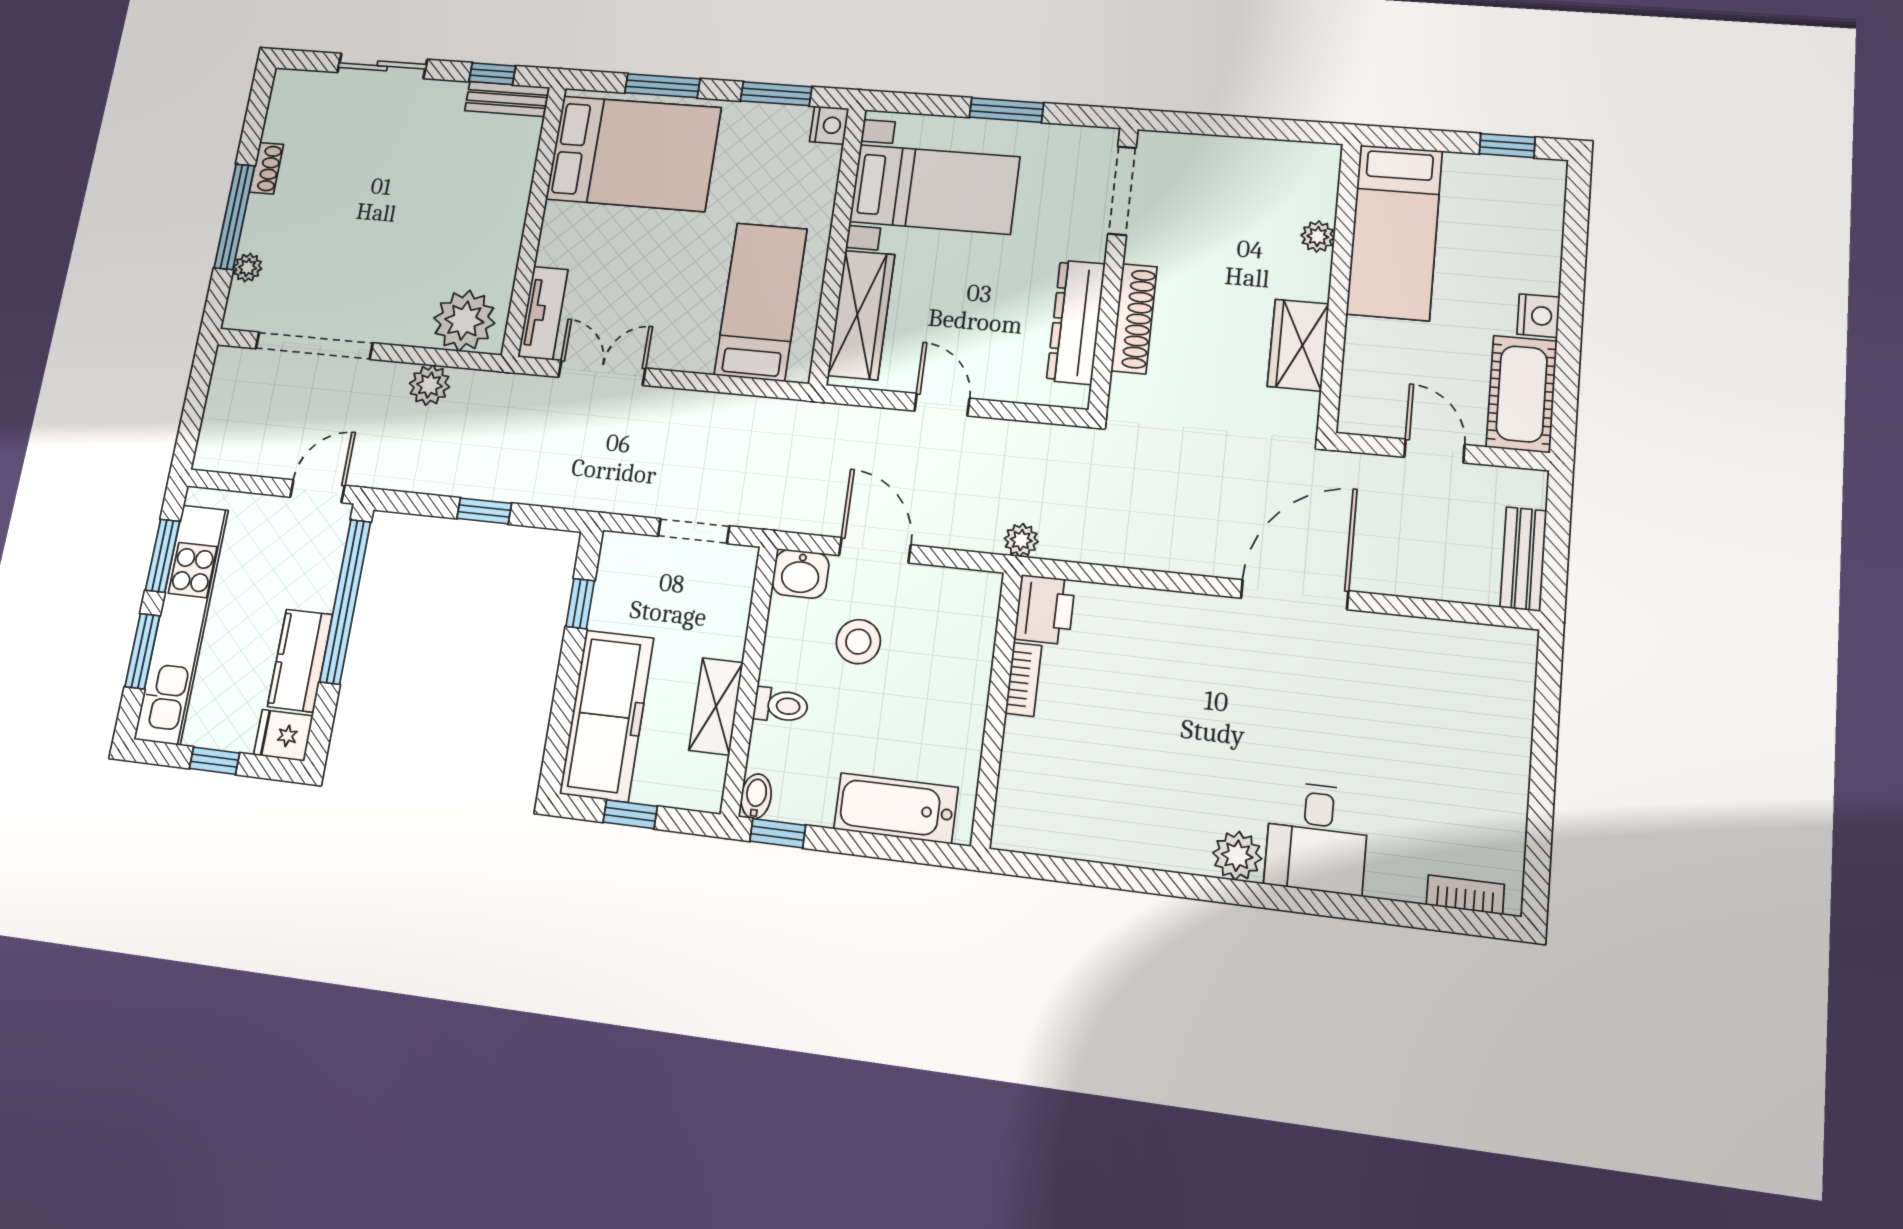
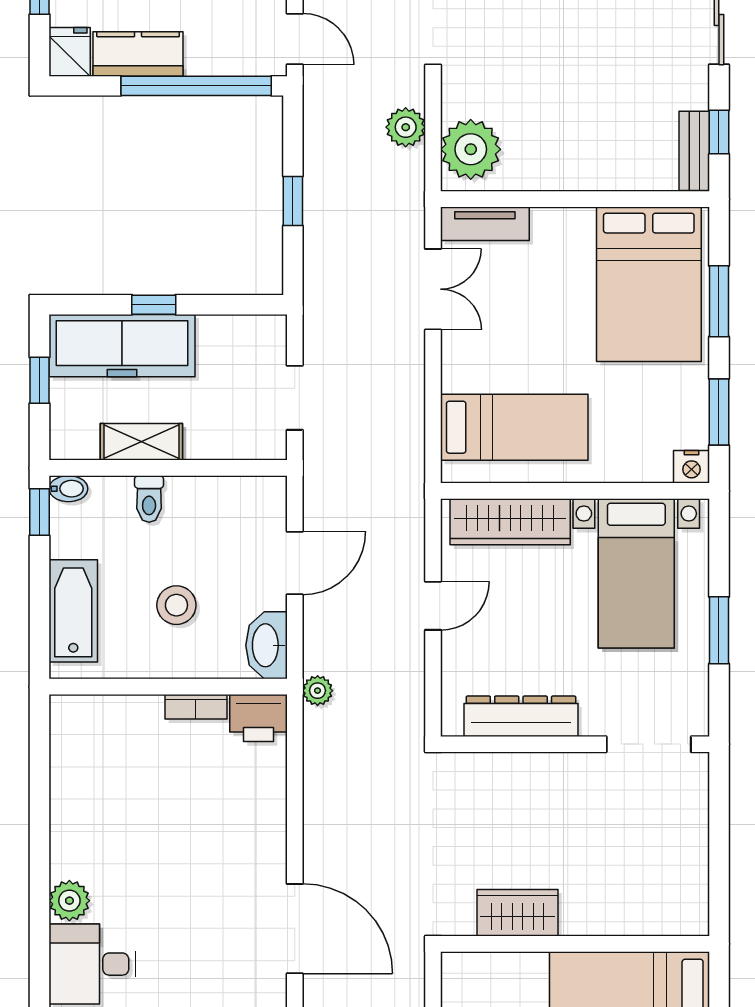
plant: (1318, 236) -> (620, 921), removed
shoe rack: (1134, 319) -> (529, 767), removed
washbasin: (801, 574) -> (267, 645), moved, width x1.38
window: (580, 604) -> (154, 305), moved
stool: (858, 642) -> (176, 605), moved

